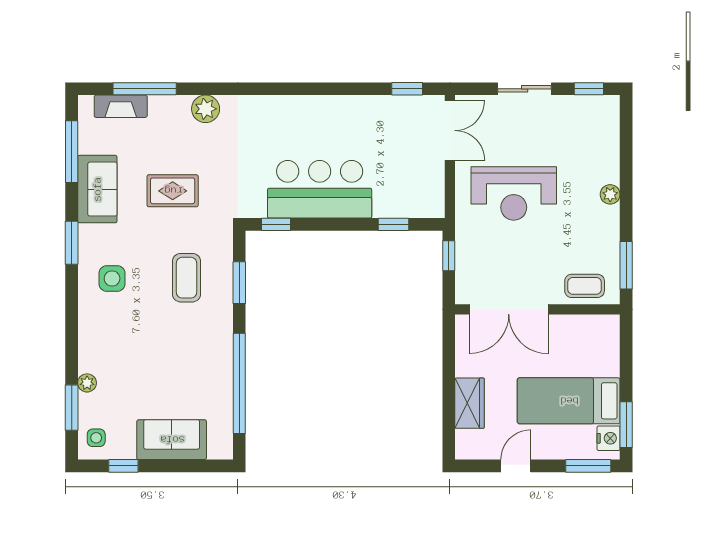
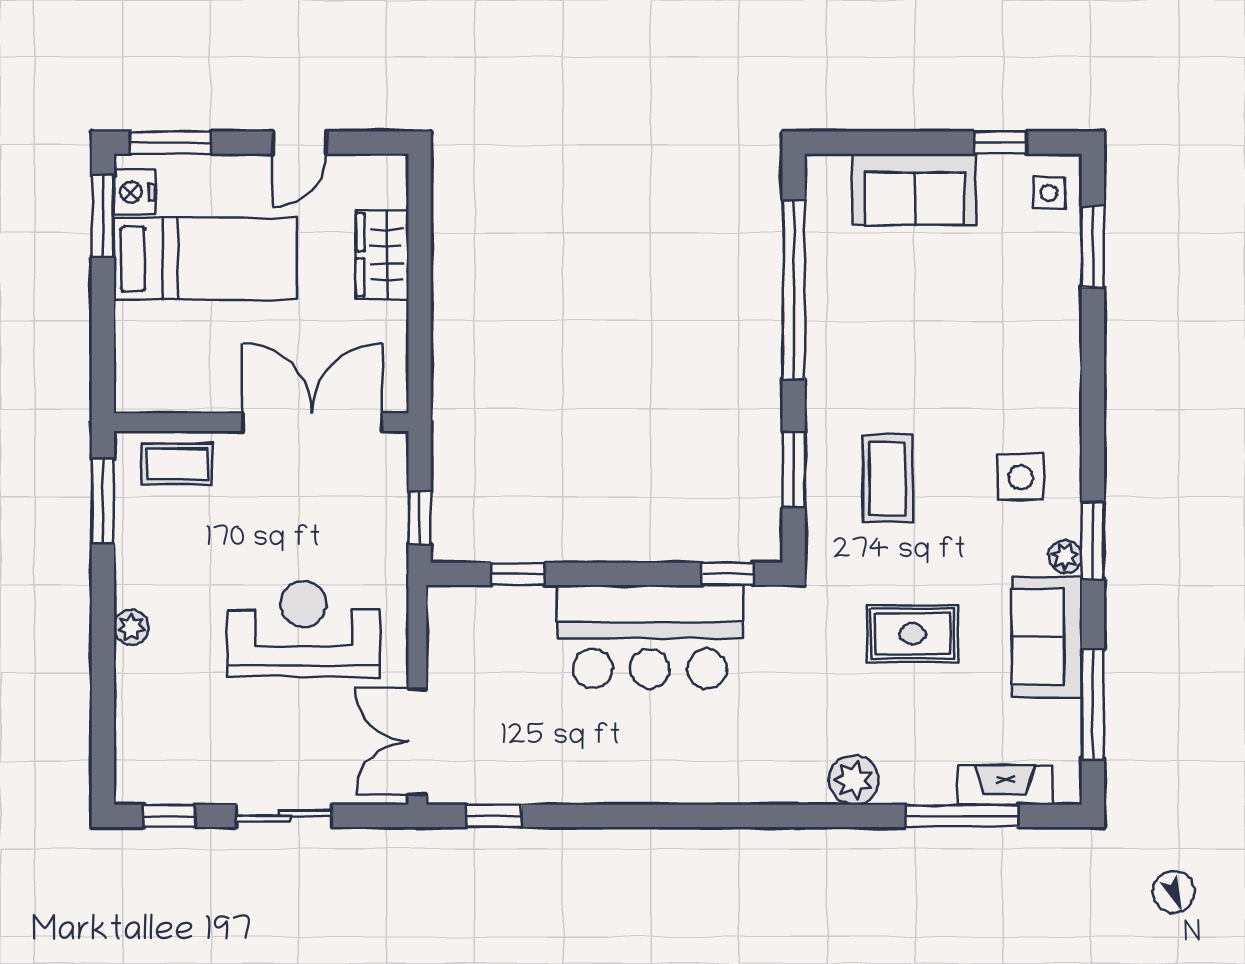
plant: (87, 383) -> (1065, 556), moved

